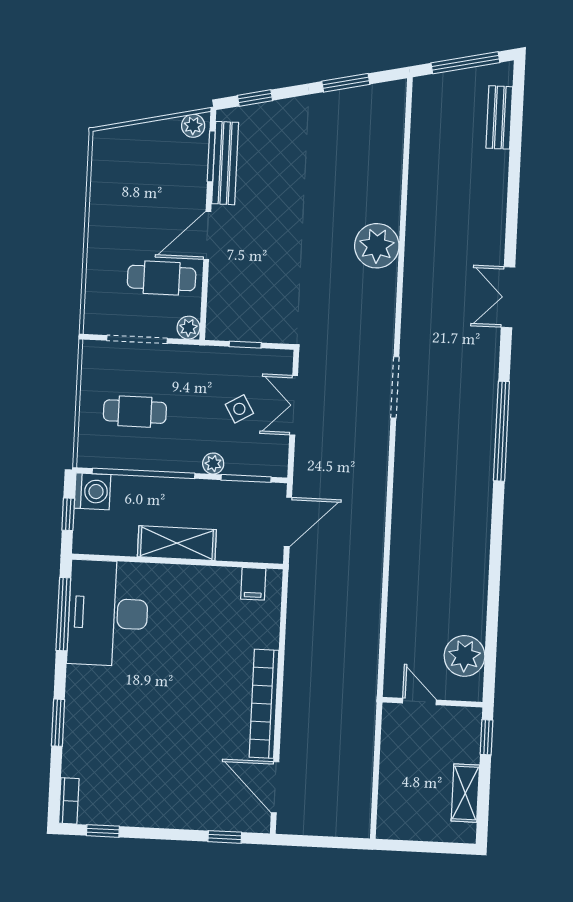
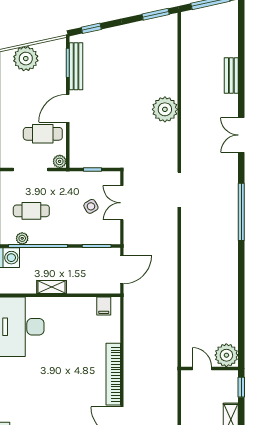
window: (346, 83) -> (156, 14), moved
bench: (499, 117) -> (231, 76), moved
plant: (193, 126) -> (26, 59), moved, width x1.87, depth x1.87
plant: (213, 464) -> (22, 238), moved
shelving: (177, 543) -> (52, 287), width x0.67, depth x0.75
plant: (464, 656) -> (226, 355), moved

